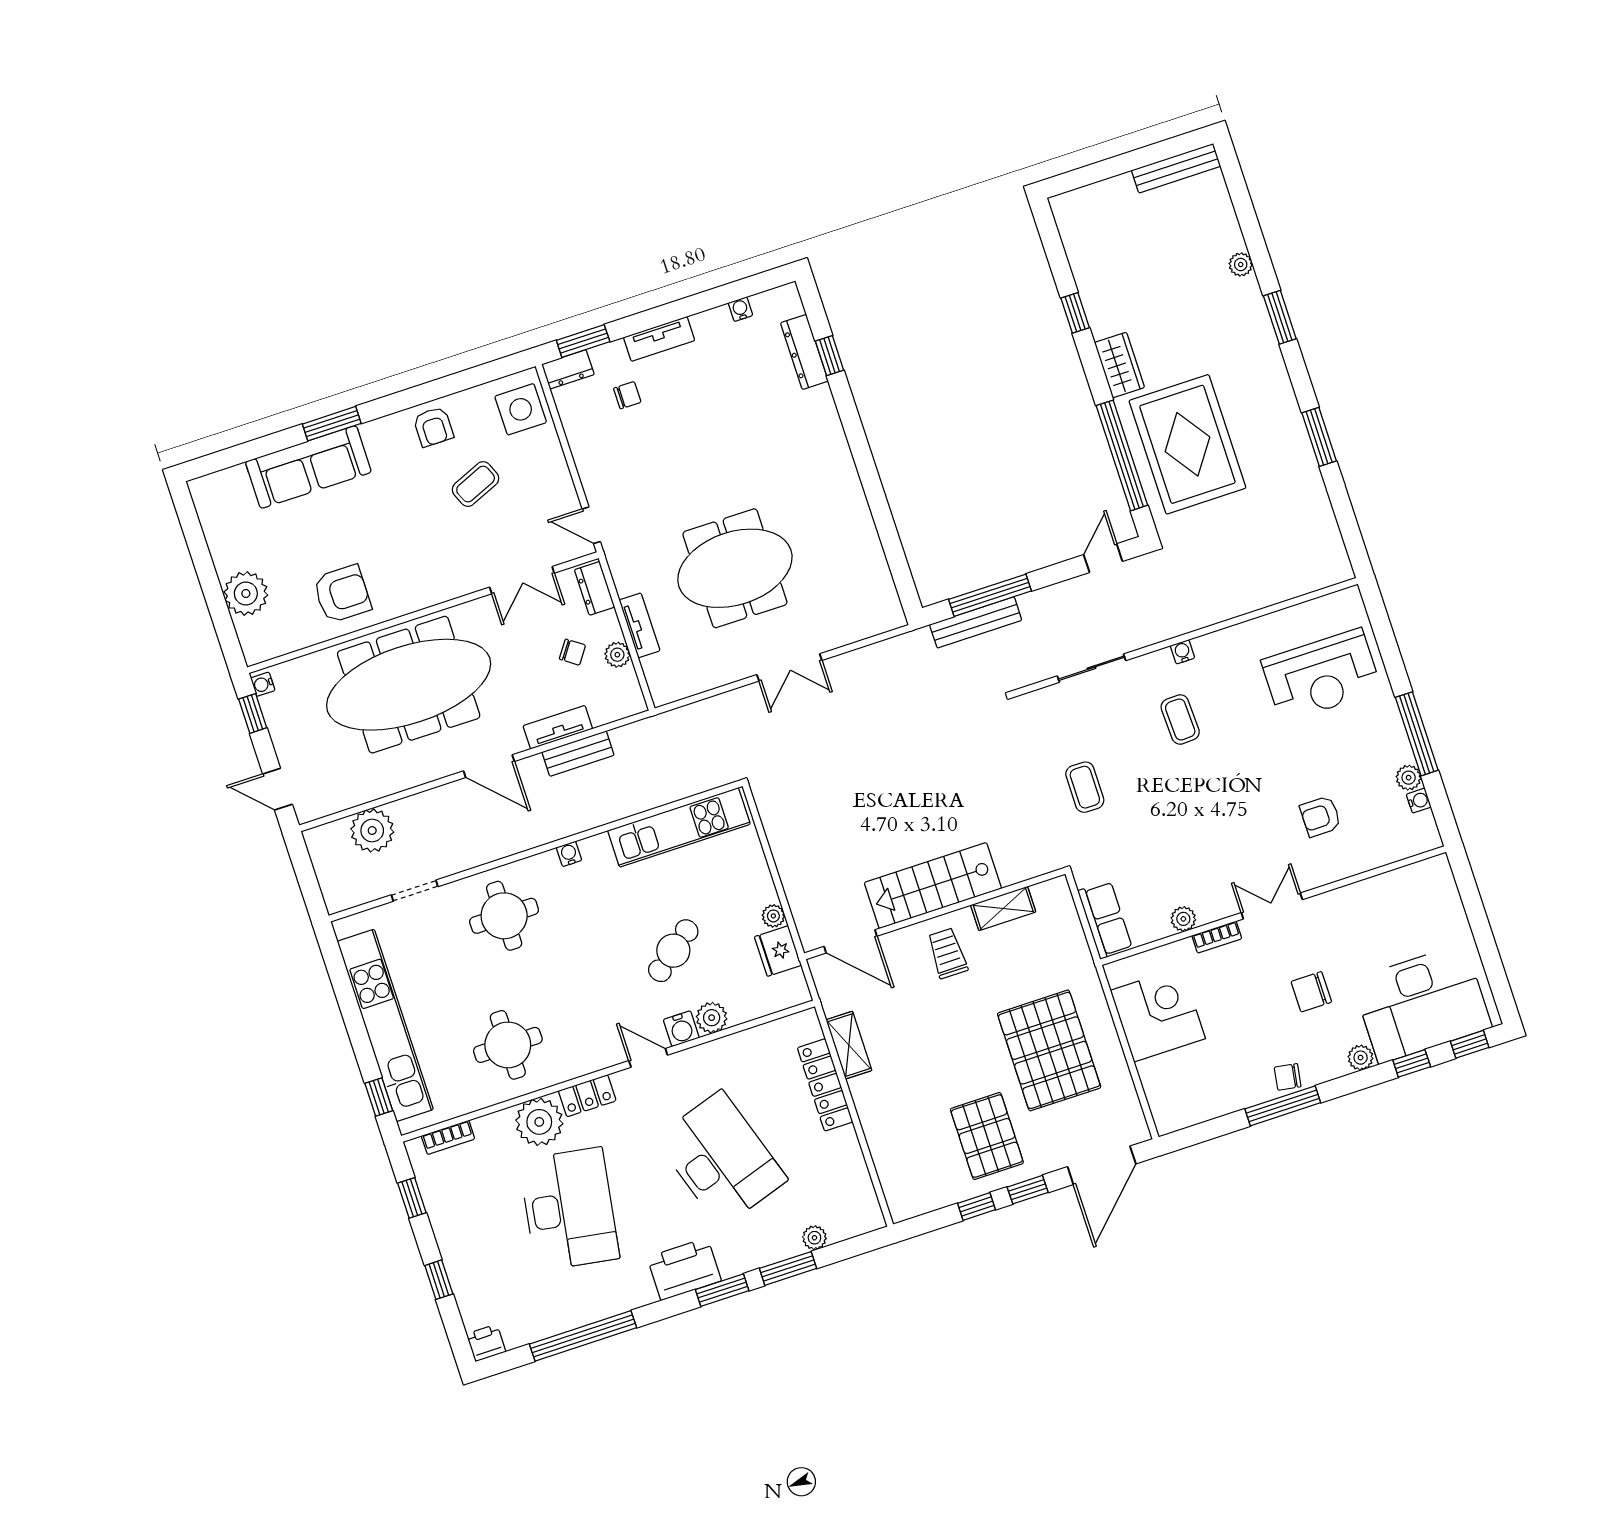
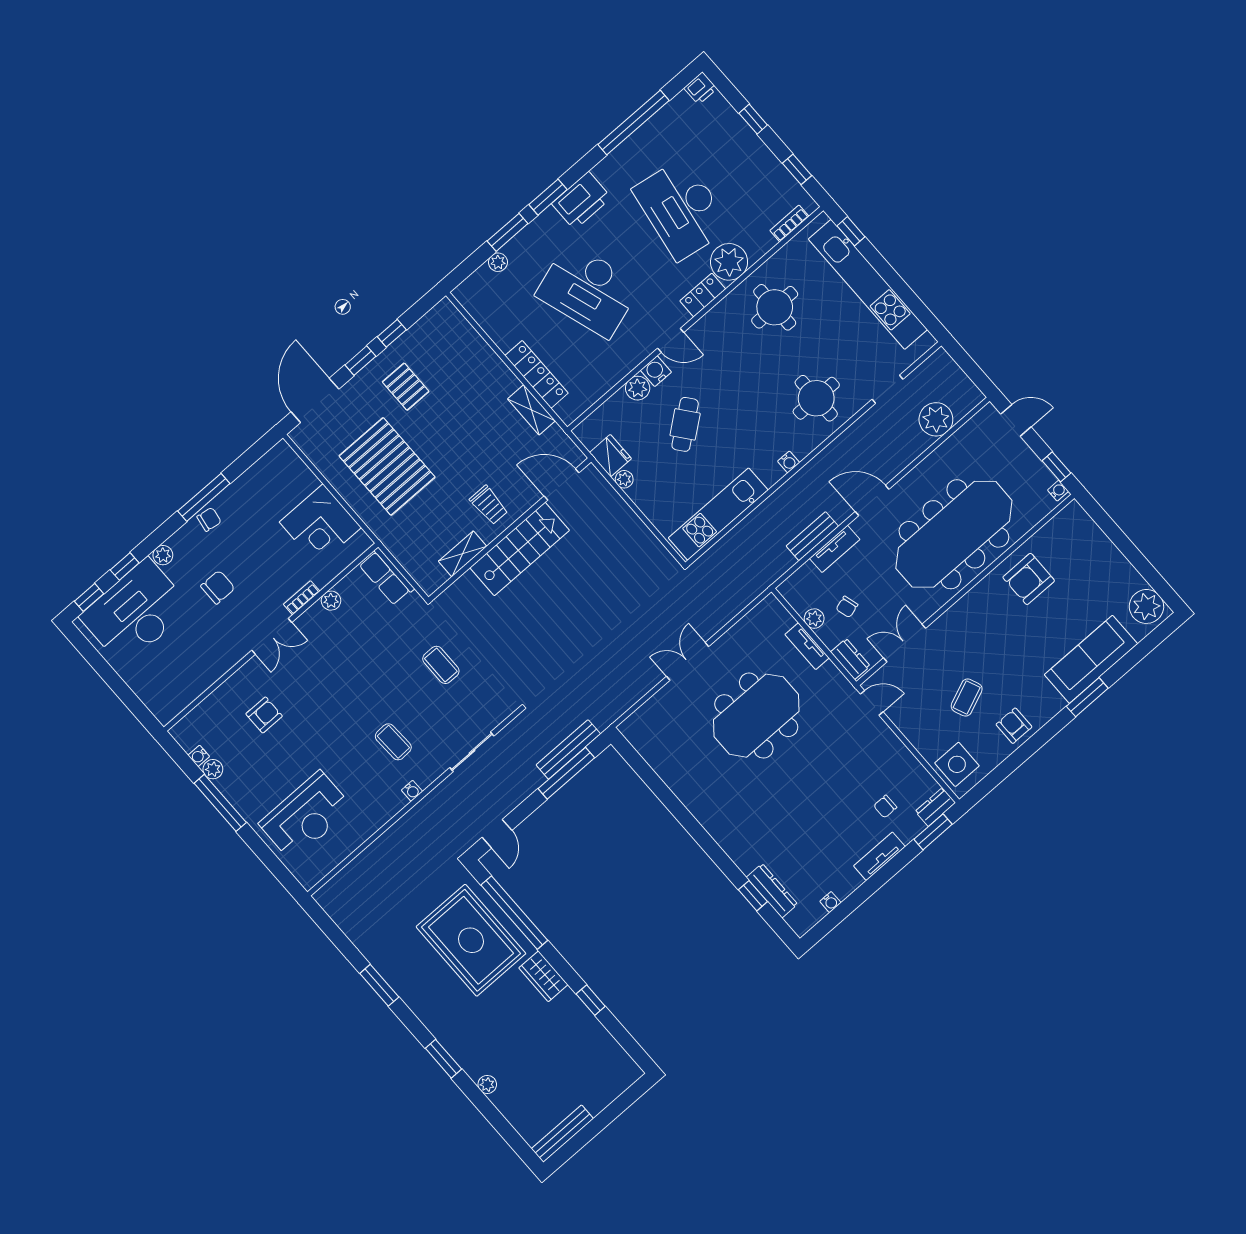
plant: (246, 594) -> (1146, 606), moved
chair: (572, 652) -> (847, 607), turned -51
reception desk: (1321, 675) -> (306, 816), turned 180
pallet: (987, 1136) -> (406, 387), width x0.67, depth x0.71

